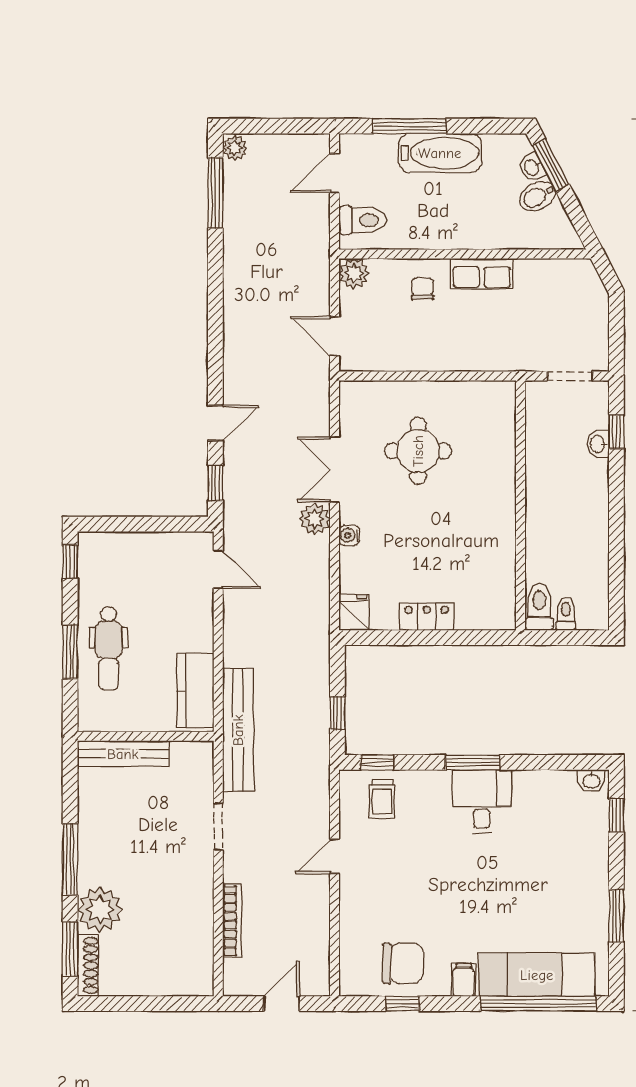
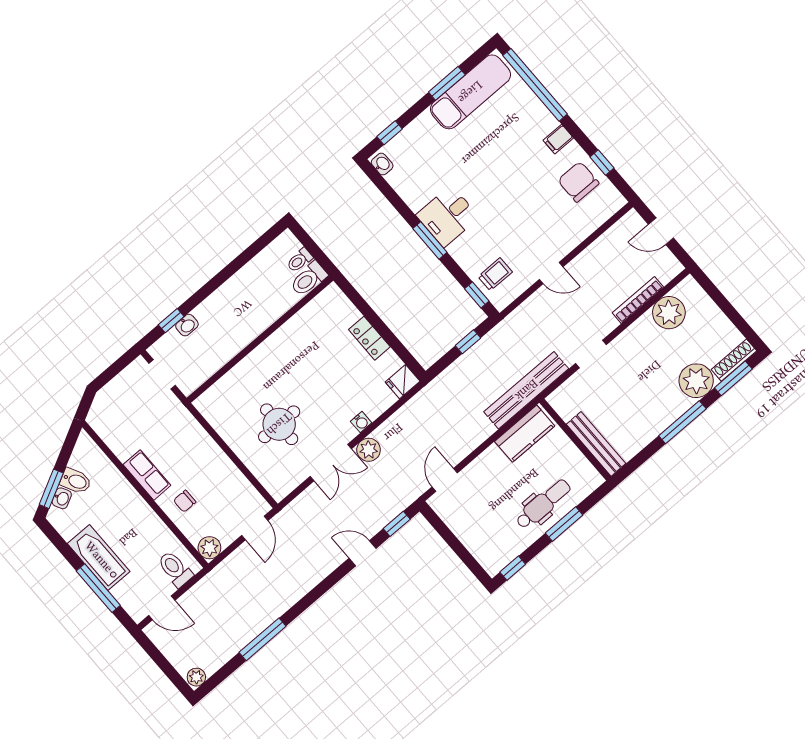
window: (215, 193) -> (263, 639), moved
plant: (192, 941) -> (669, 313), added
exam couch: (537, 975) -> (470, 92), moved, turned -90

